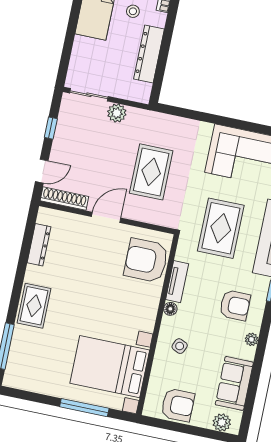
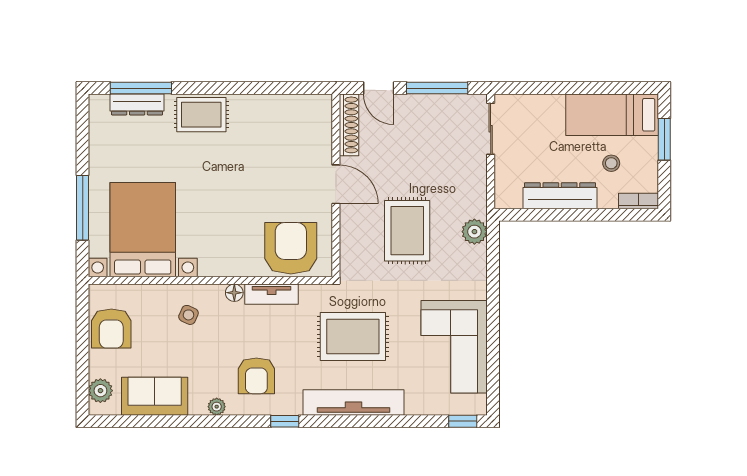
plant: (117, 113) -> (474, 232), moved
window: (51, 128) -> (437, 88), width x2.17
rug: (151, 172) -> (407, 231), turned 90
dresser: (39, 245) -> (137, 104), moved

